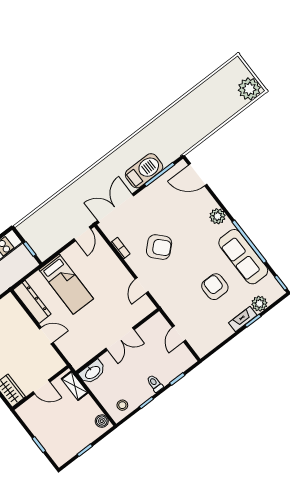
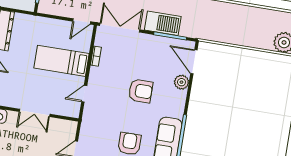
plant: (217, 216) -> (181, 82), moved
armchair: (159, 247) -> (141, 91), moved, turned -47
bed: (66, 284) -> (62, 61), moved, turned 90

